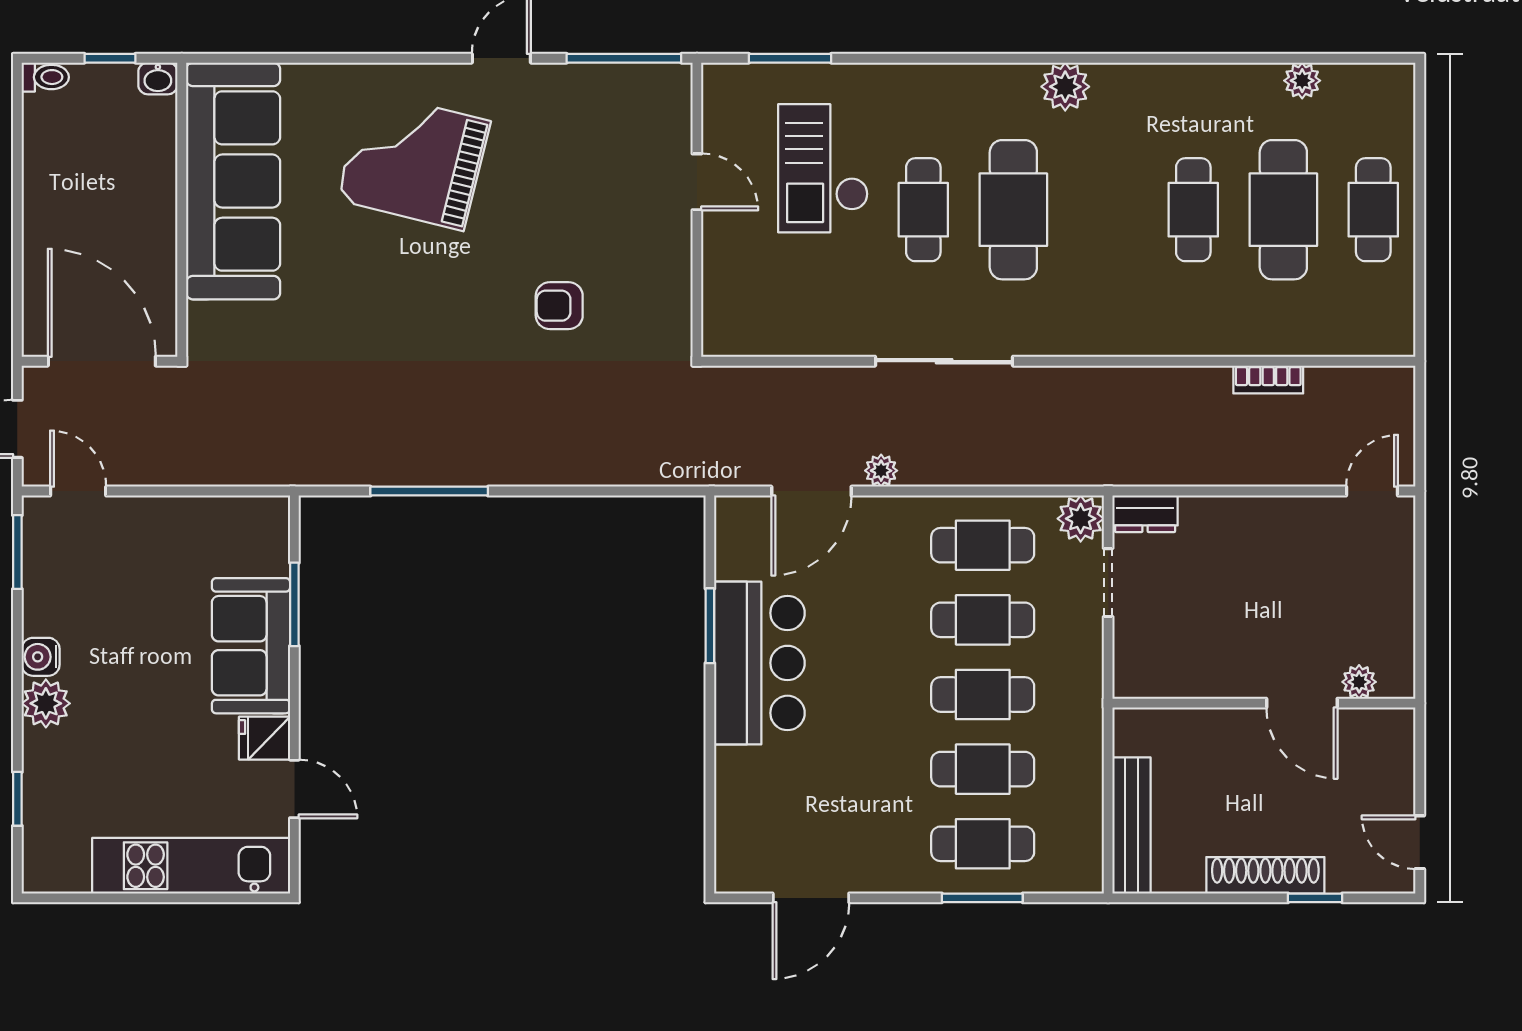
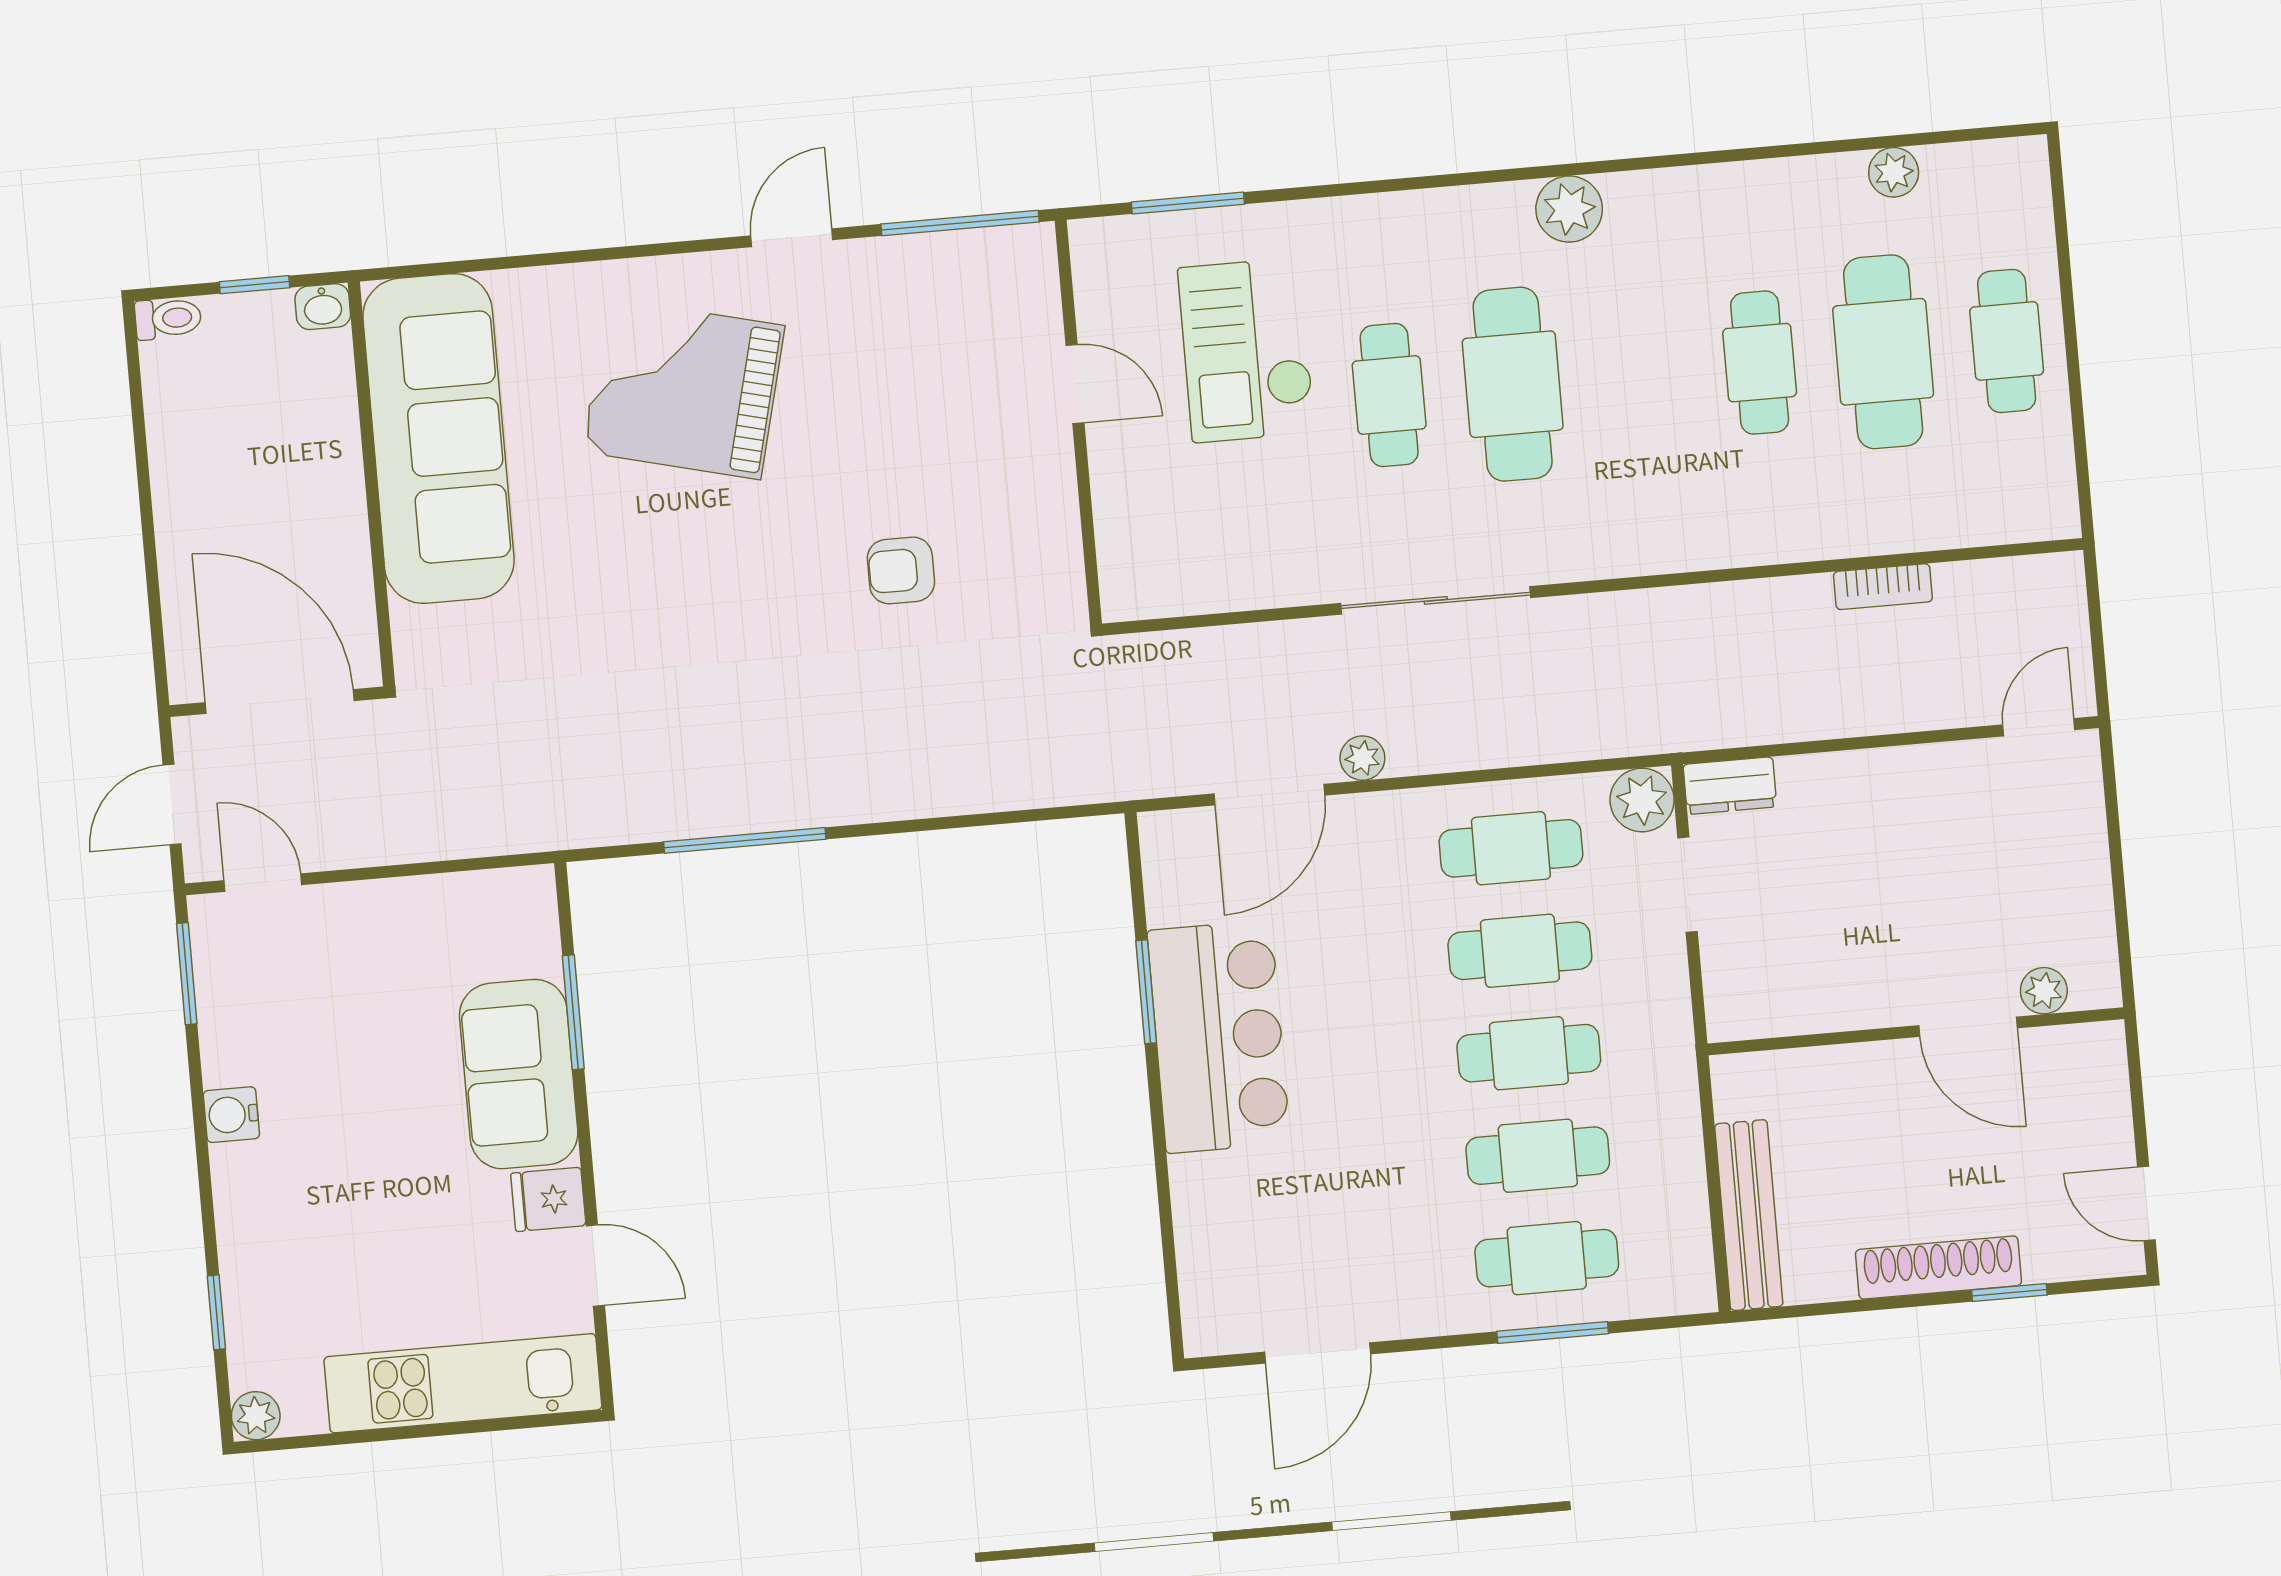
plant: (46, 703) -> (256, 1416), moved, width x0.73, depth x0.73

